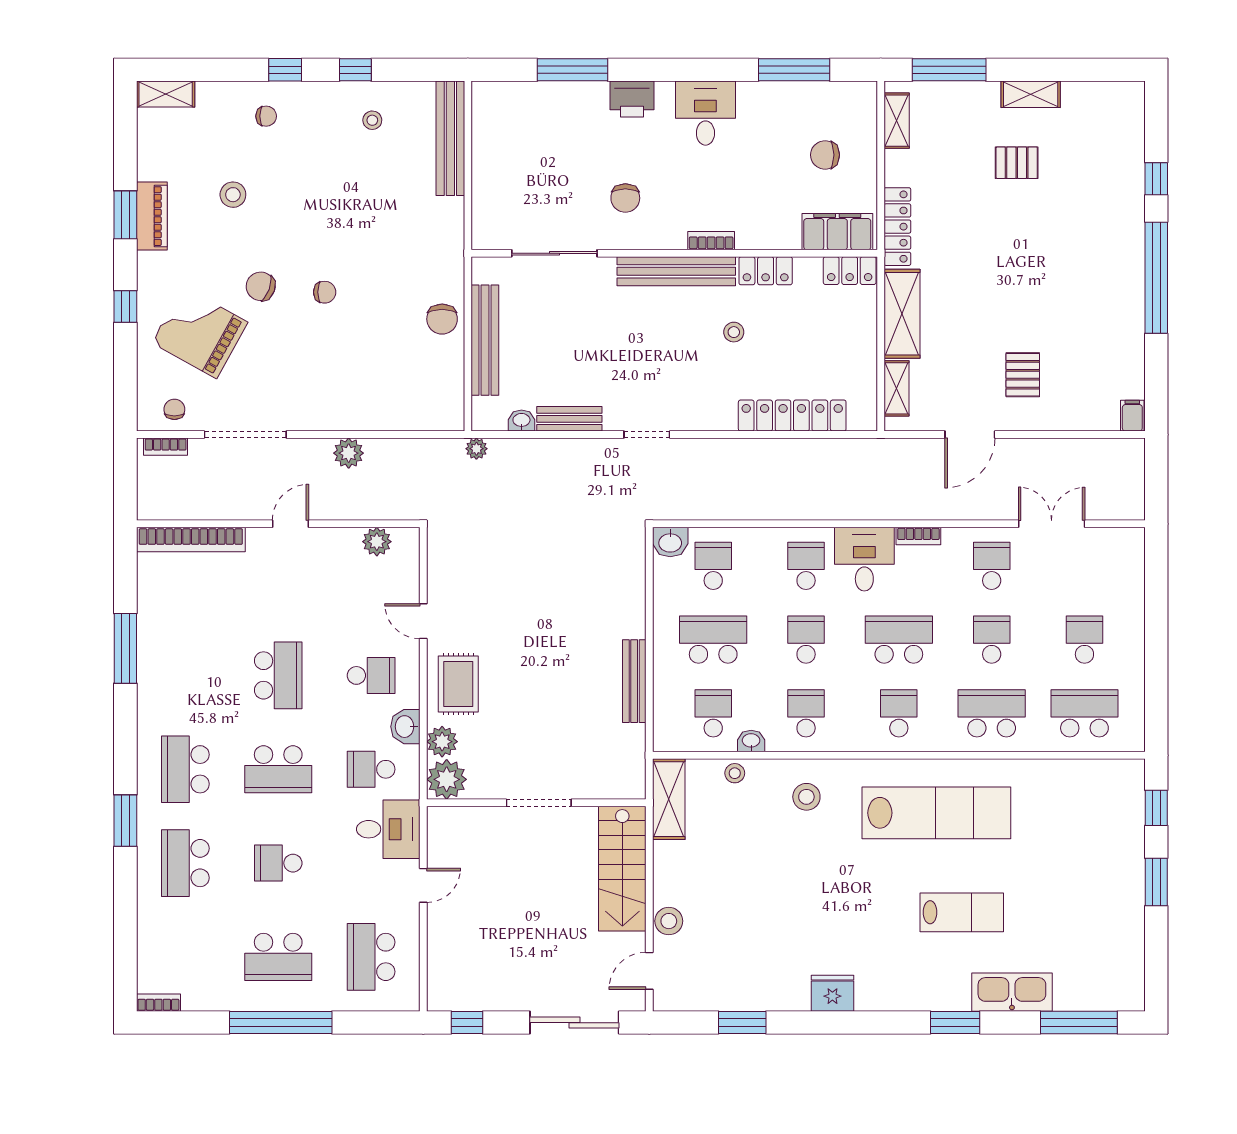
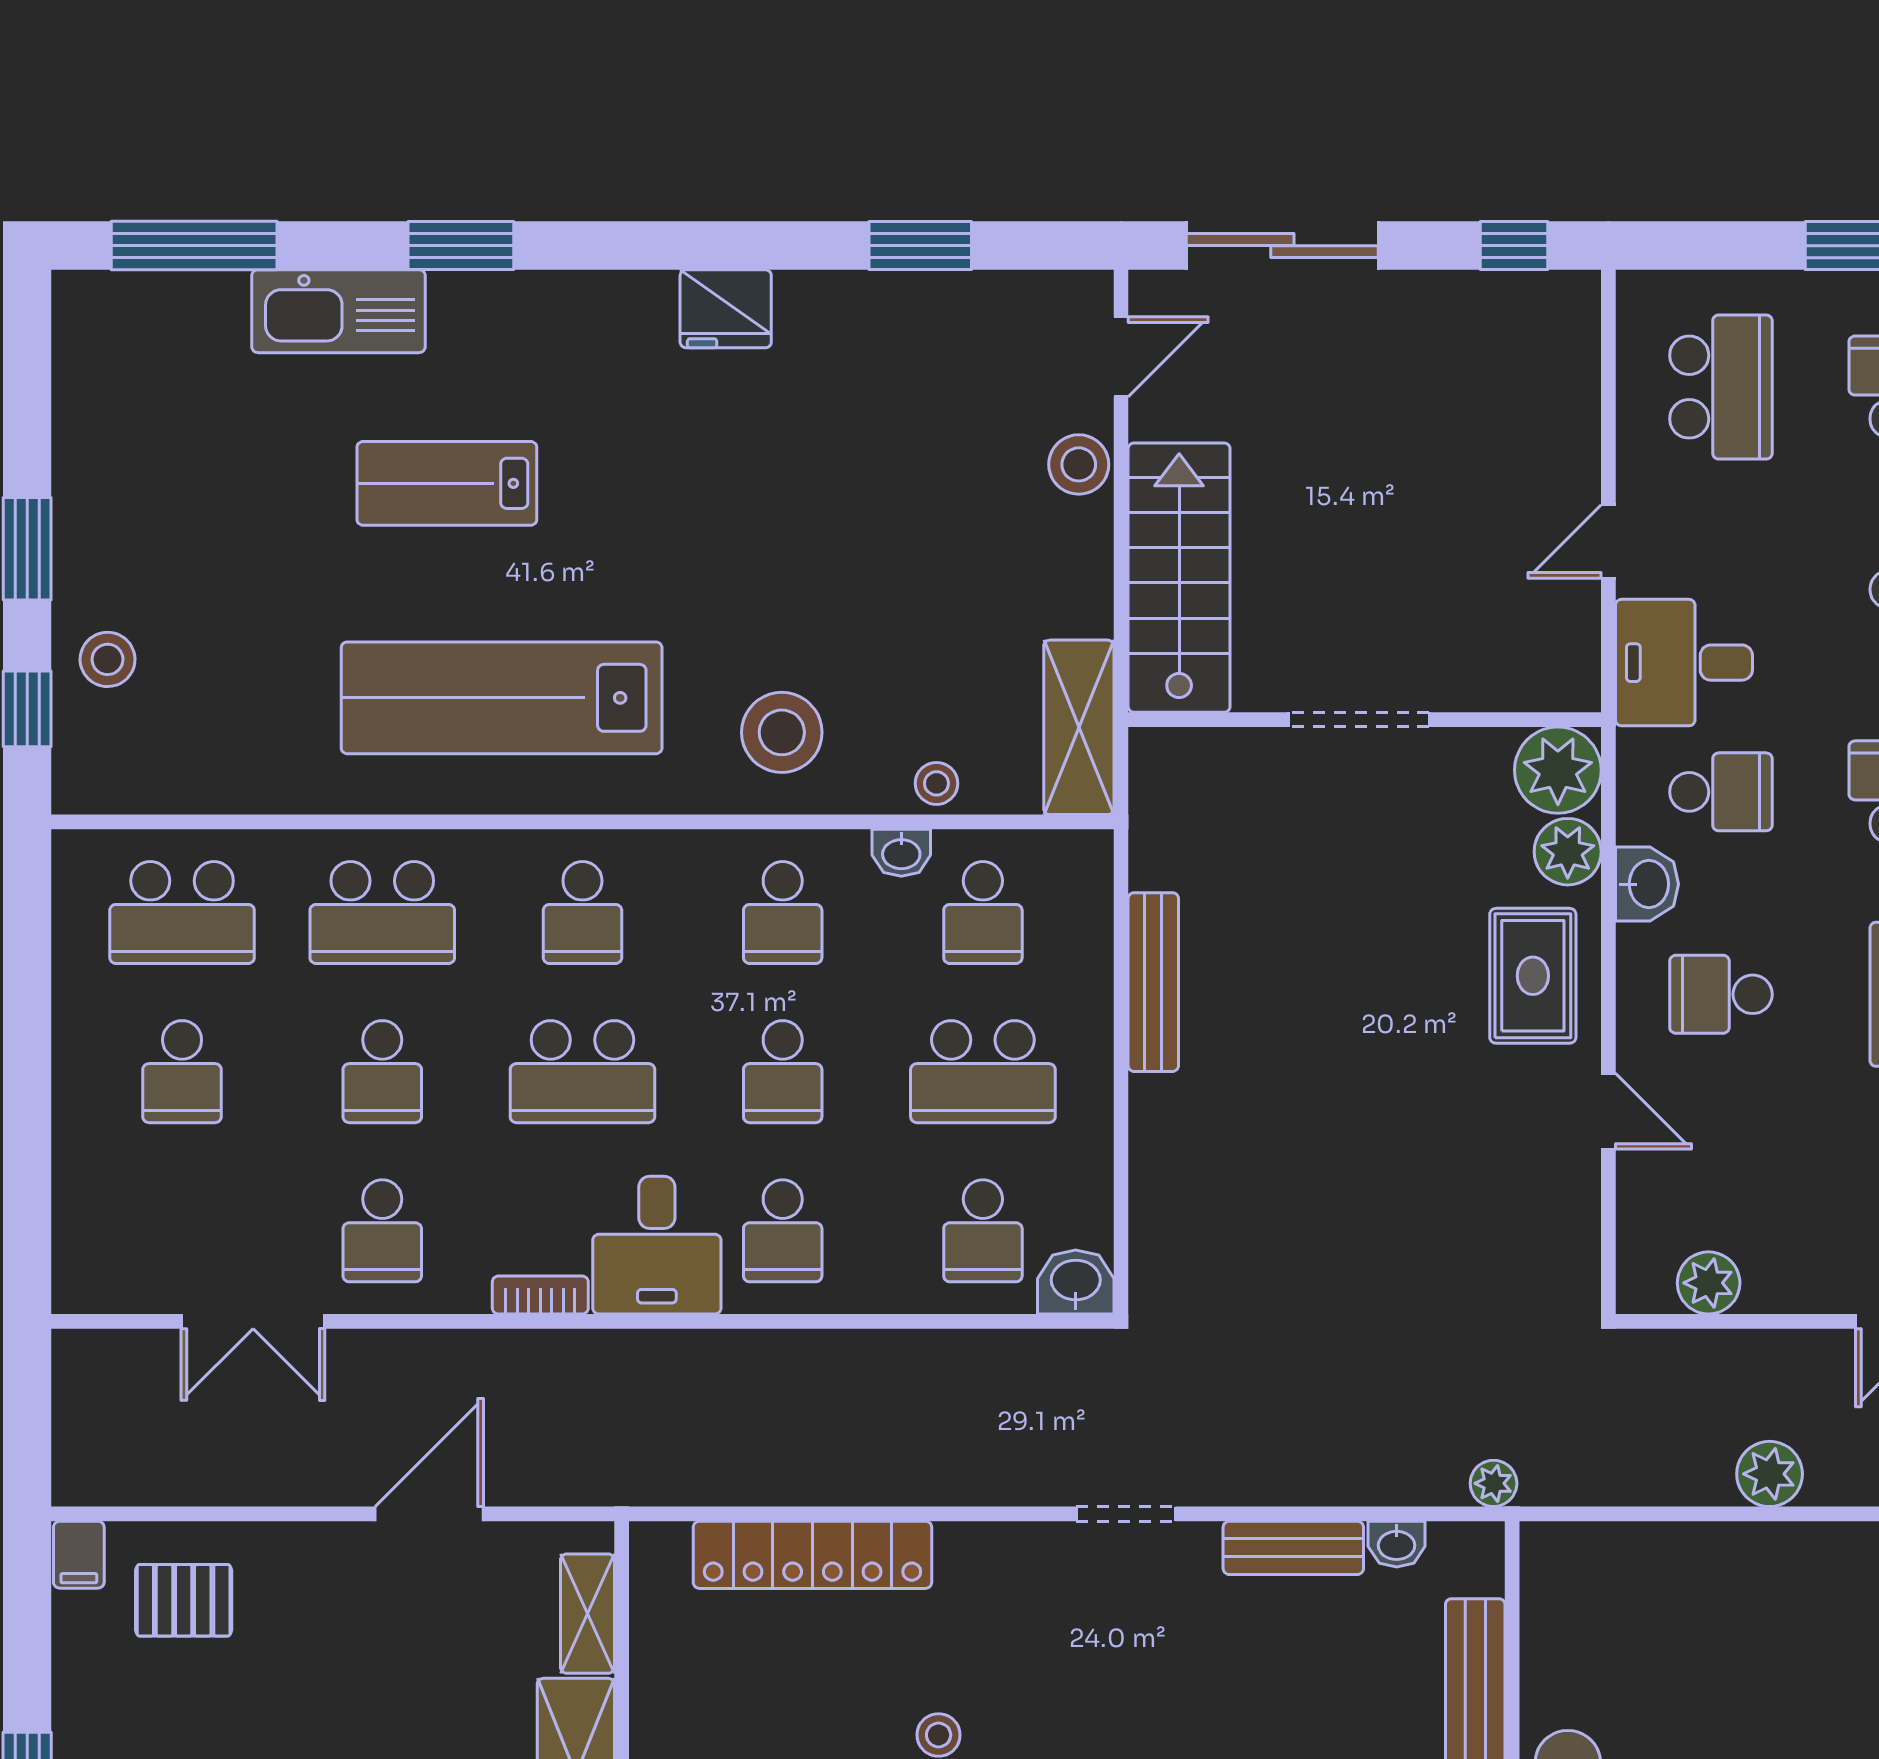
pallet: (1023, 375) -> (184, 1600), moved, turned 90
stool: (806, 797) -> (782, 732), width x1.38, depth x1.38
stool: (1119, 831) -> (108, 659), added

